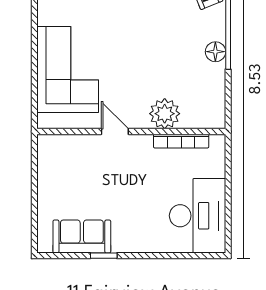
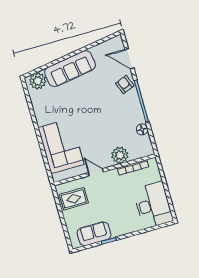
floor lamp: (215, 52) -> (142, 129), moved
rug: (64, 166) -> (74, 199), added

